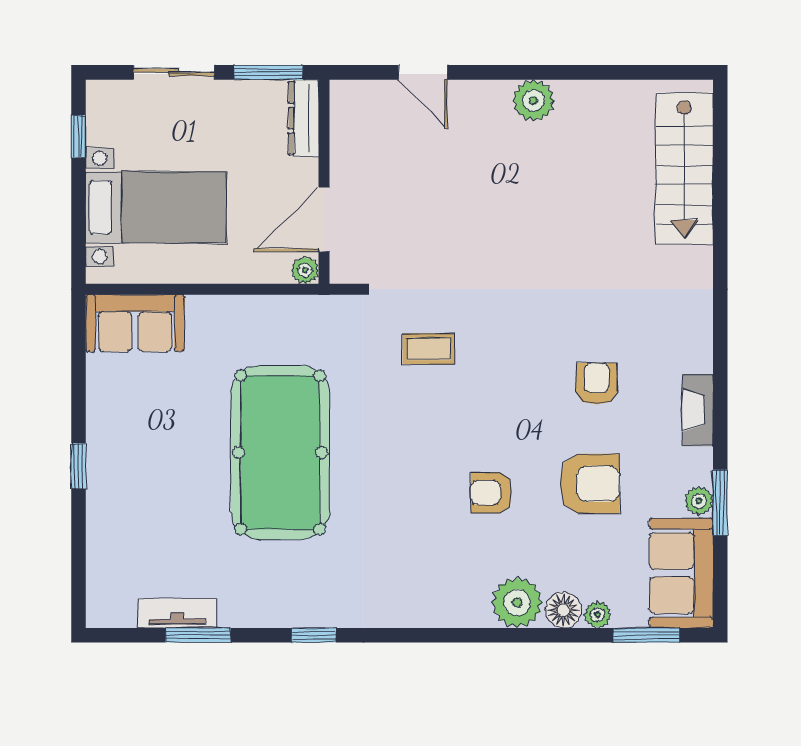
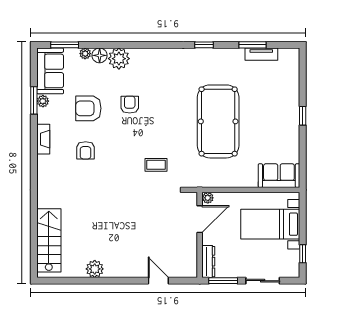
plant: (534, 100) -> (95, 269), moved
armchair: (491, 493) -> (130, 105), turned -90

